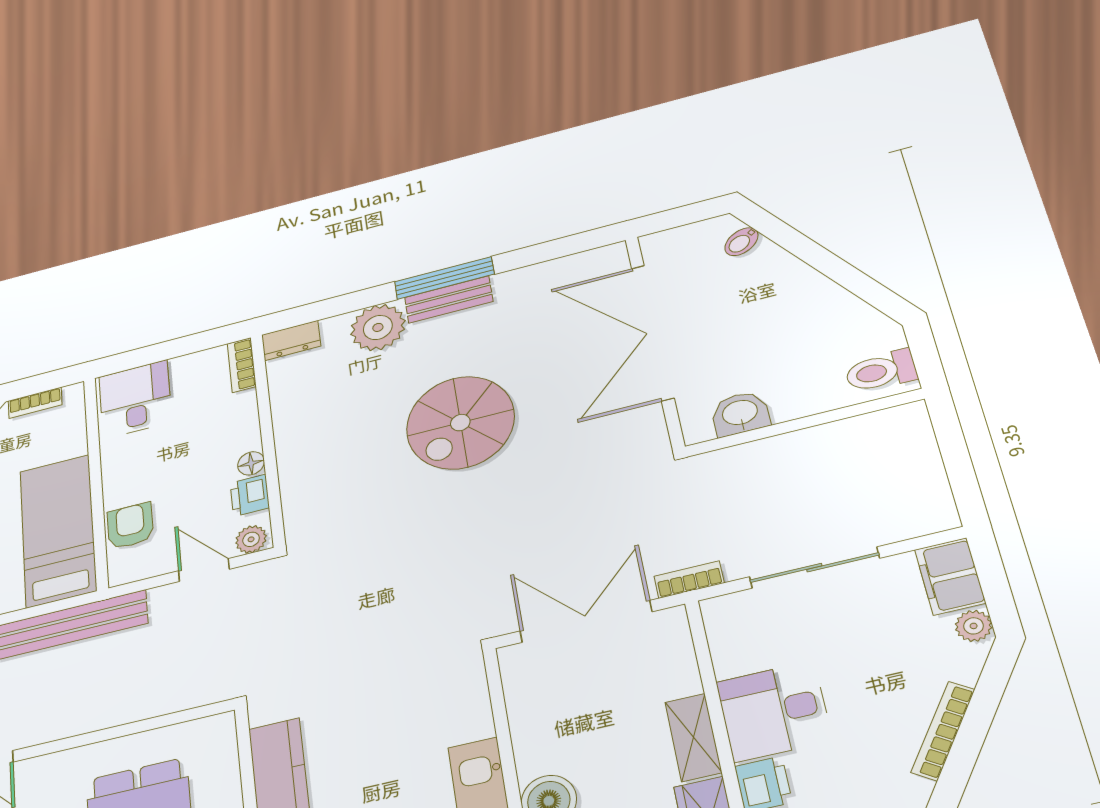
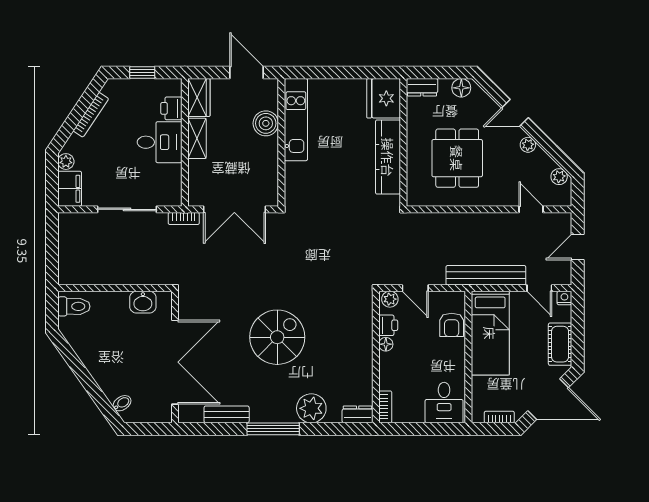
bench: (449, 299) -> (227, 414), moved

